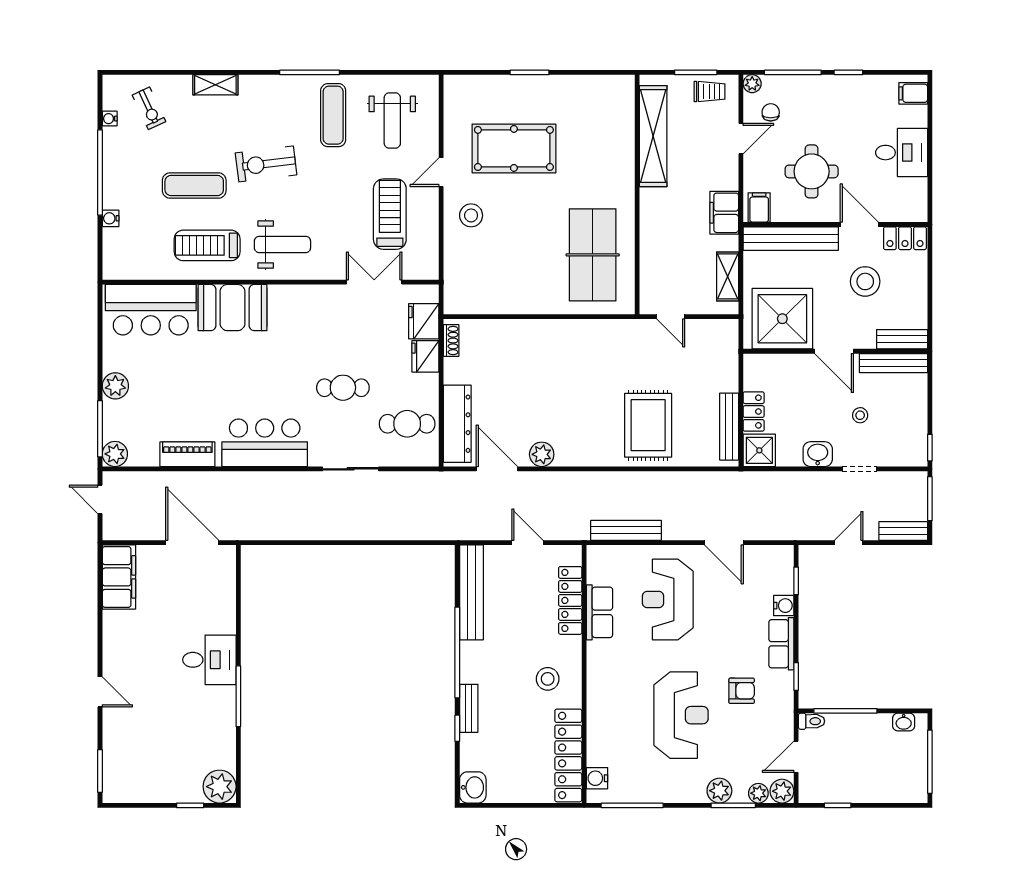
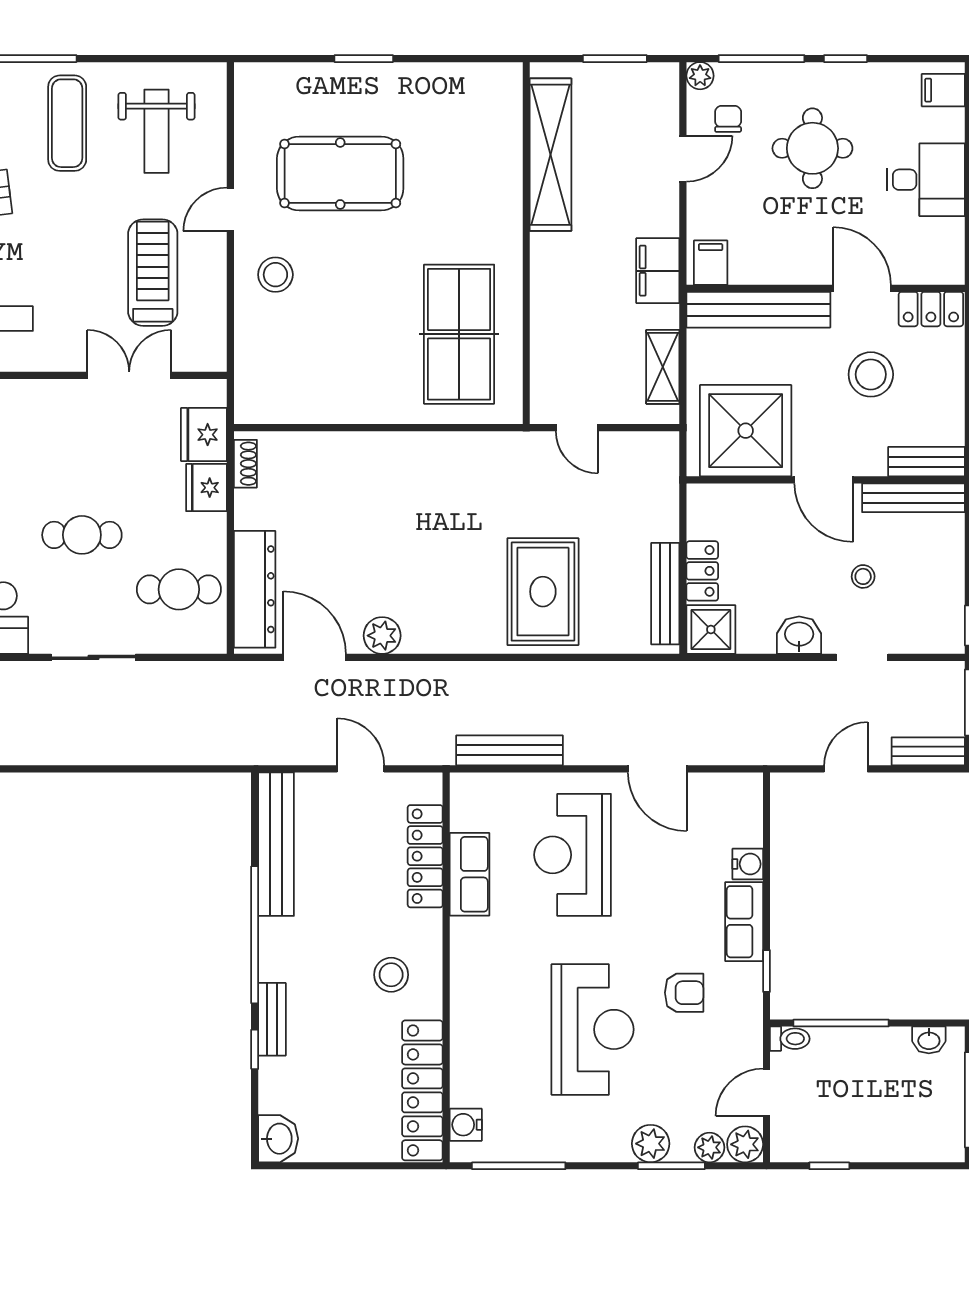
trolley: (710, 92) -> (636, 87), removed
round table: (812, 171) -> (812, 148), moved
window: (796, 581) -> (767, 827), removed

